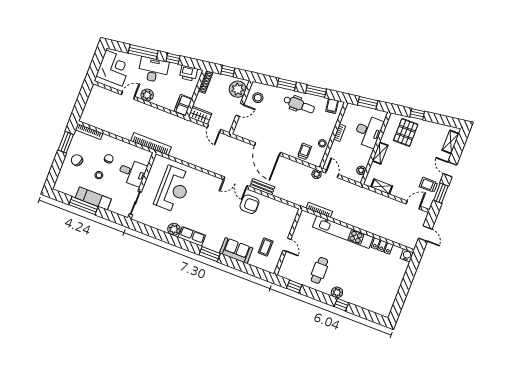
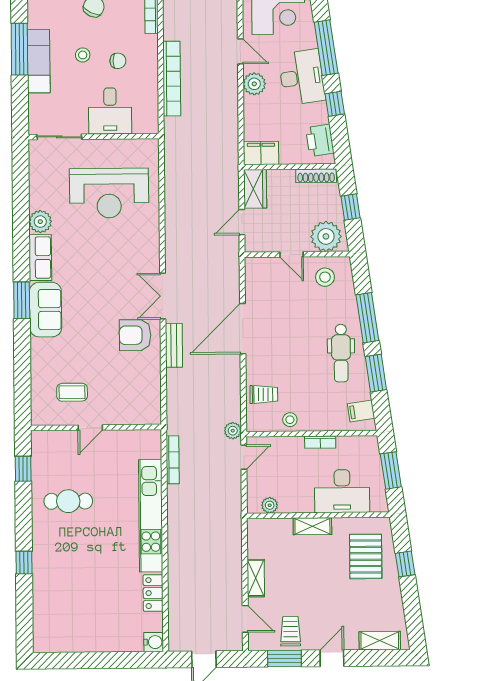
window: (287, 84) -> (367, 318), width x1.44
pallet: (406, 132) -> (366, 556), turned 90
bookcase: (151, 144) -> (172, 79), moved
shelving: (382, 187) -> (256, 578), moved
armchair: (249, 204) -> (135, 335), turned 90
sofa: (236, 251) -> (46, 310), moved
plant: (337, 292) -> (42, 547), removed

